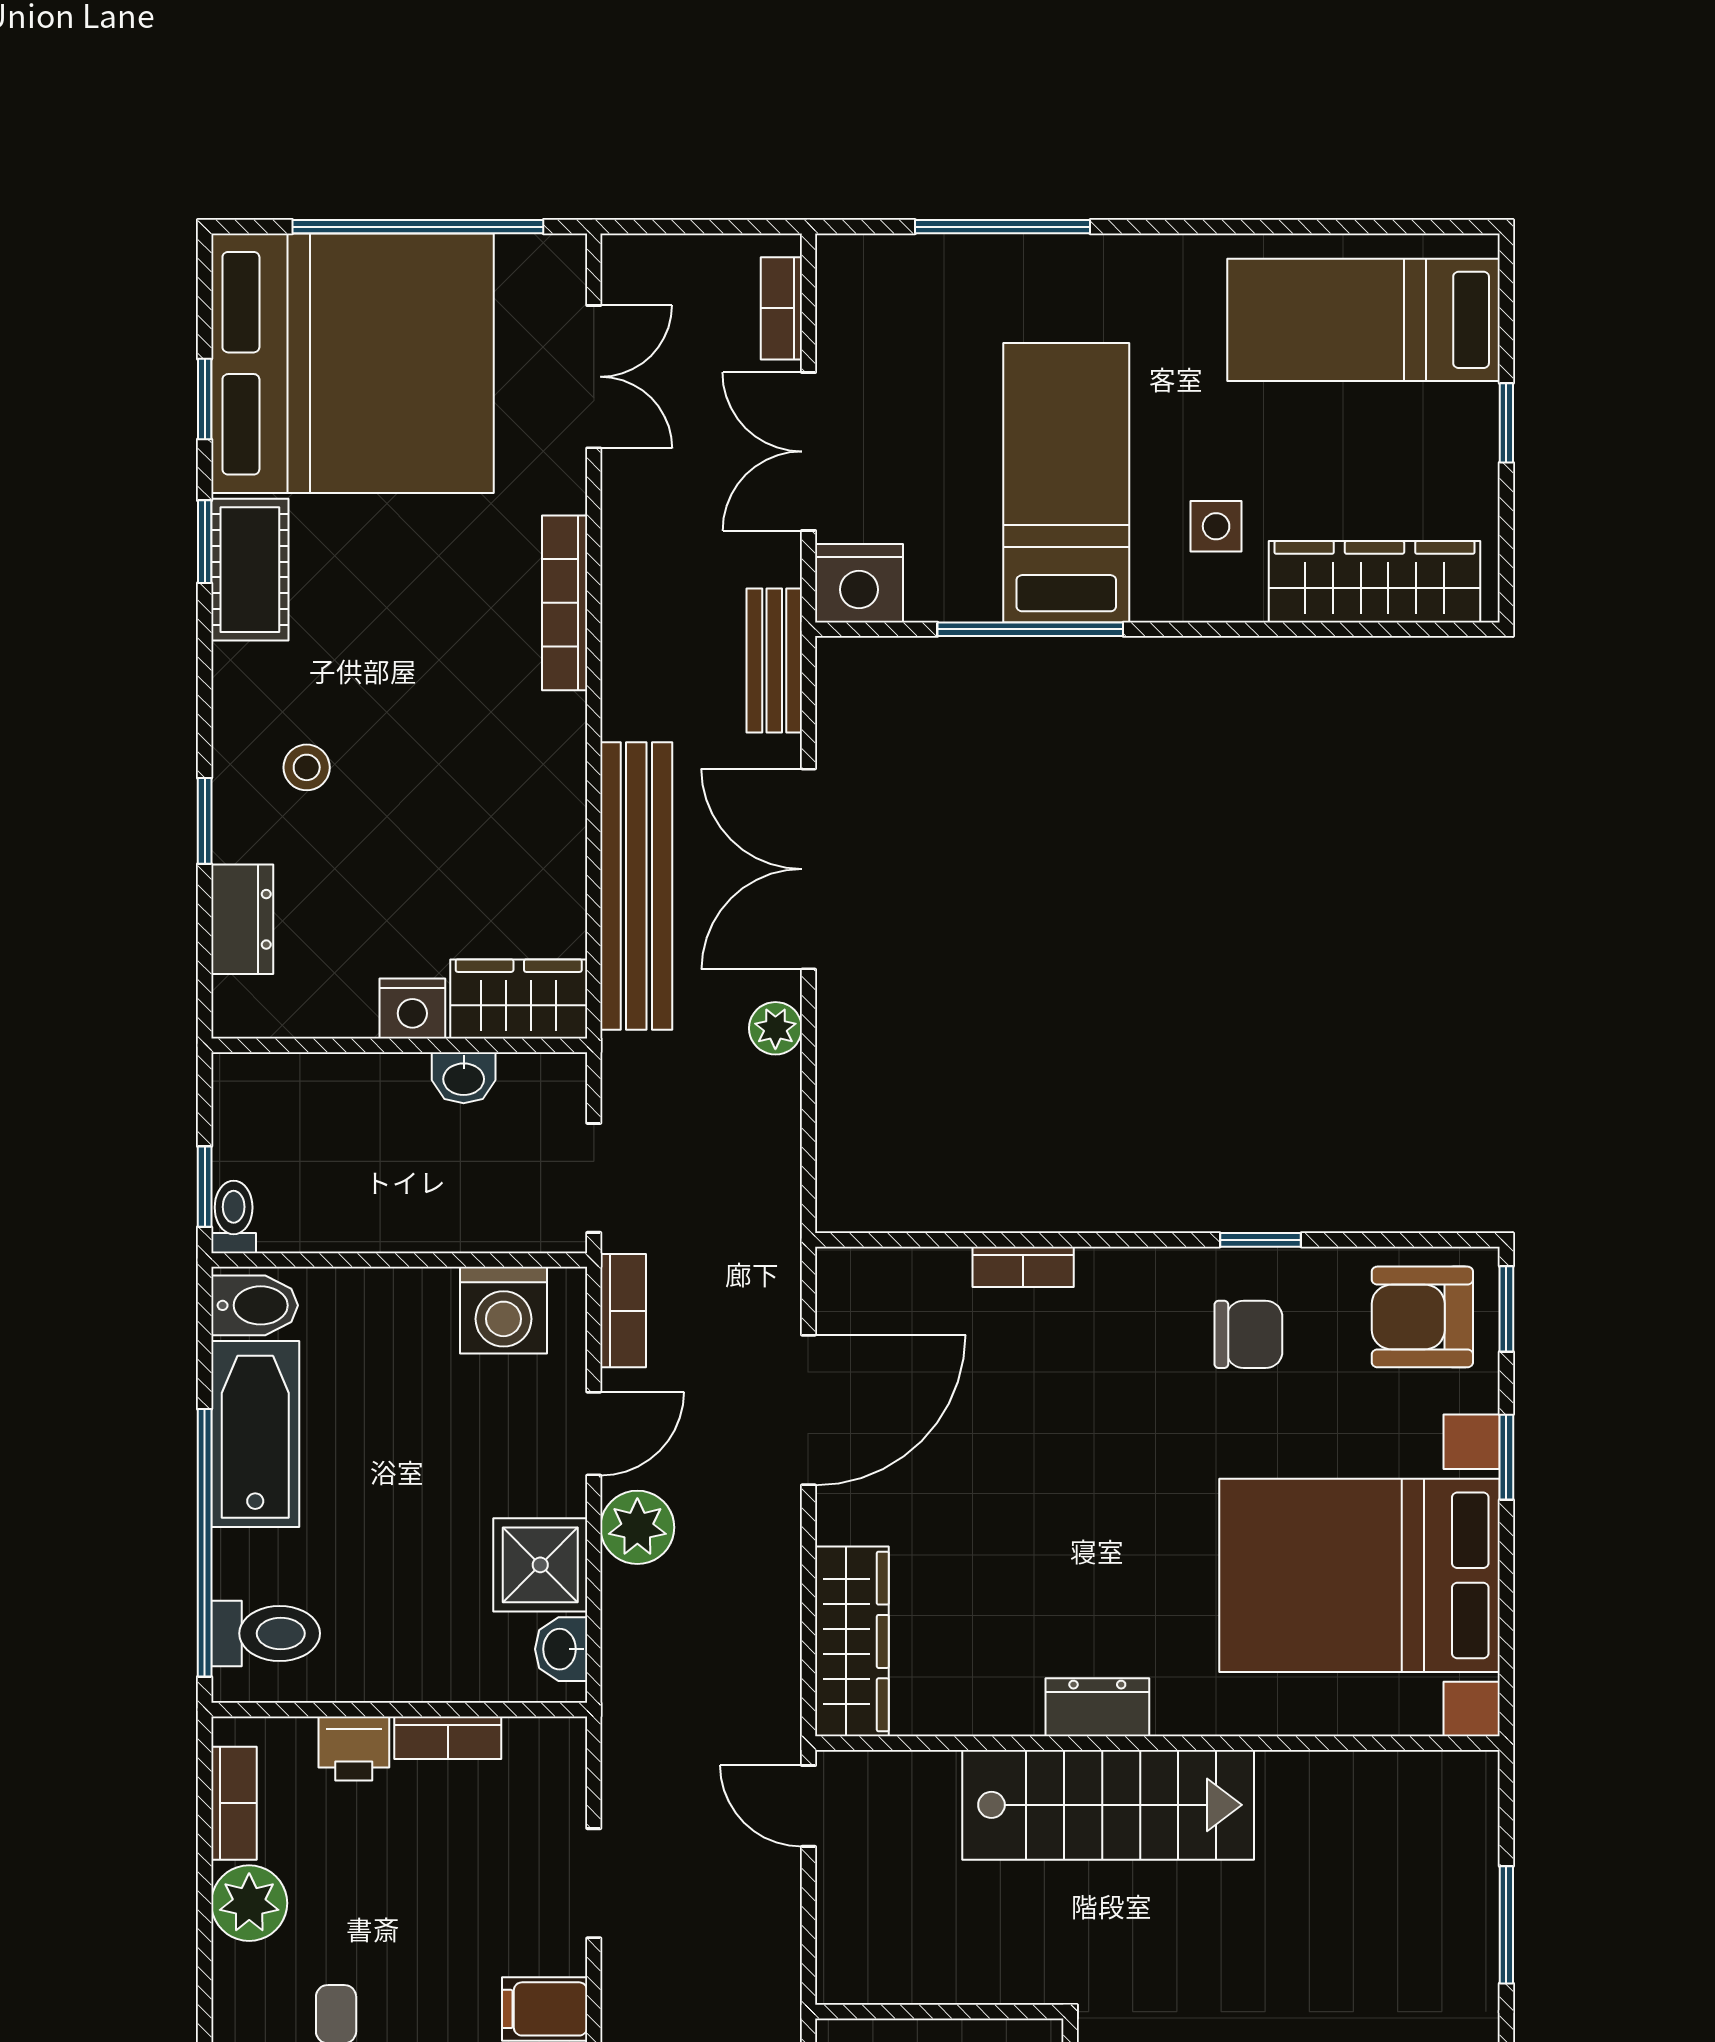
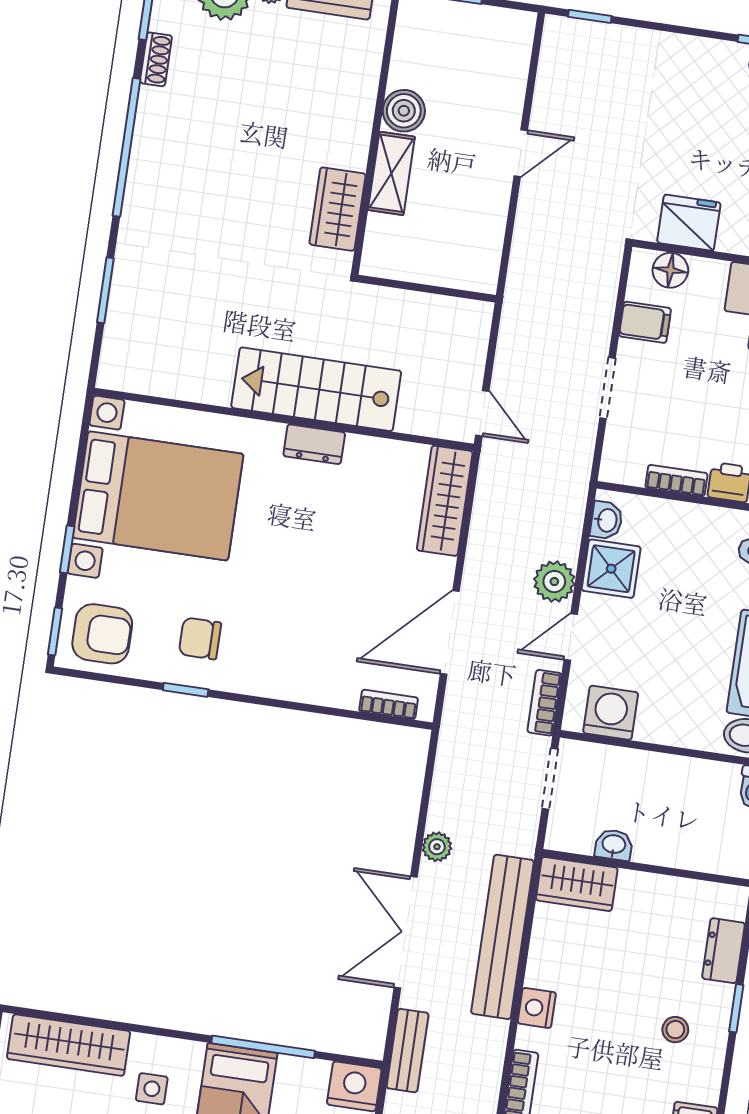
double door: (808, 869) -> (406, 932), swing flipped
nightstand: (412, 1009) -> (537, 1008), moved, turned -90
bookcase: (1023, 1267) -> (389, 705), moved

